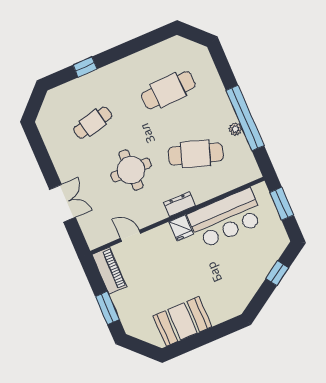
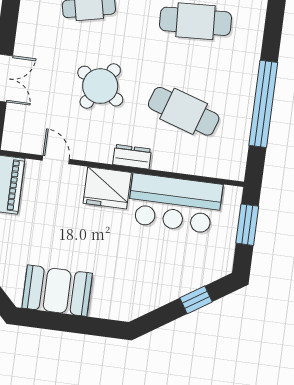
plant: (235, 129) -> (245, 110), removed
round table: (131, 170) -> (100, 86), turned 33
fridge: (181, 228) -> (107, 188), width x1.88, depth x1.34

